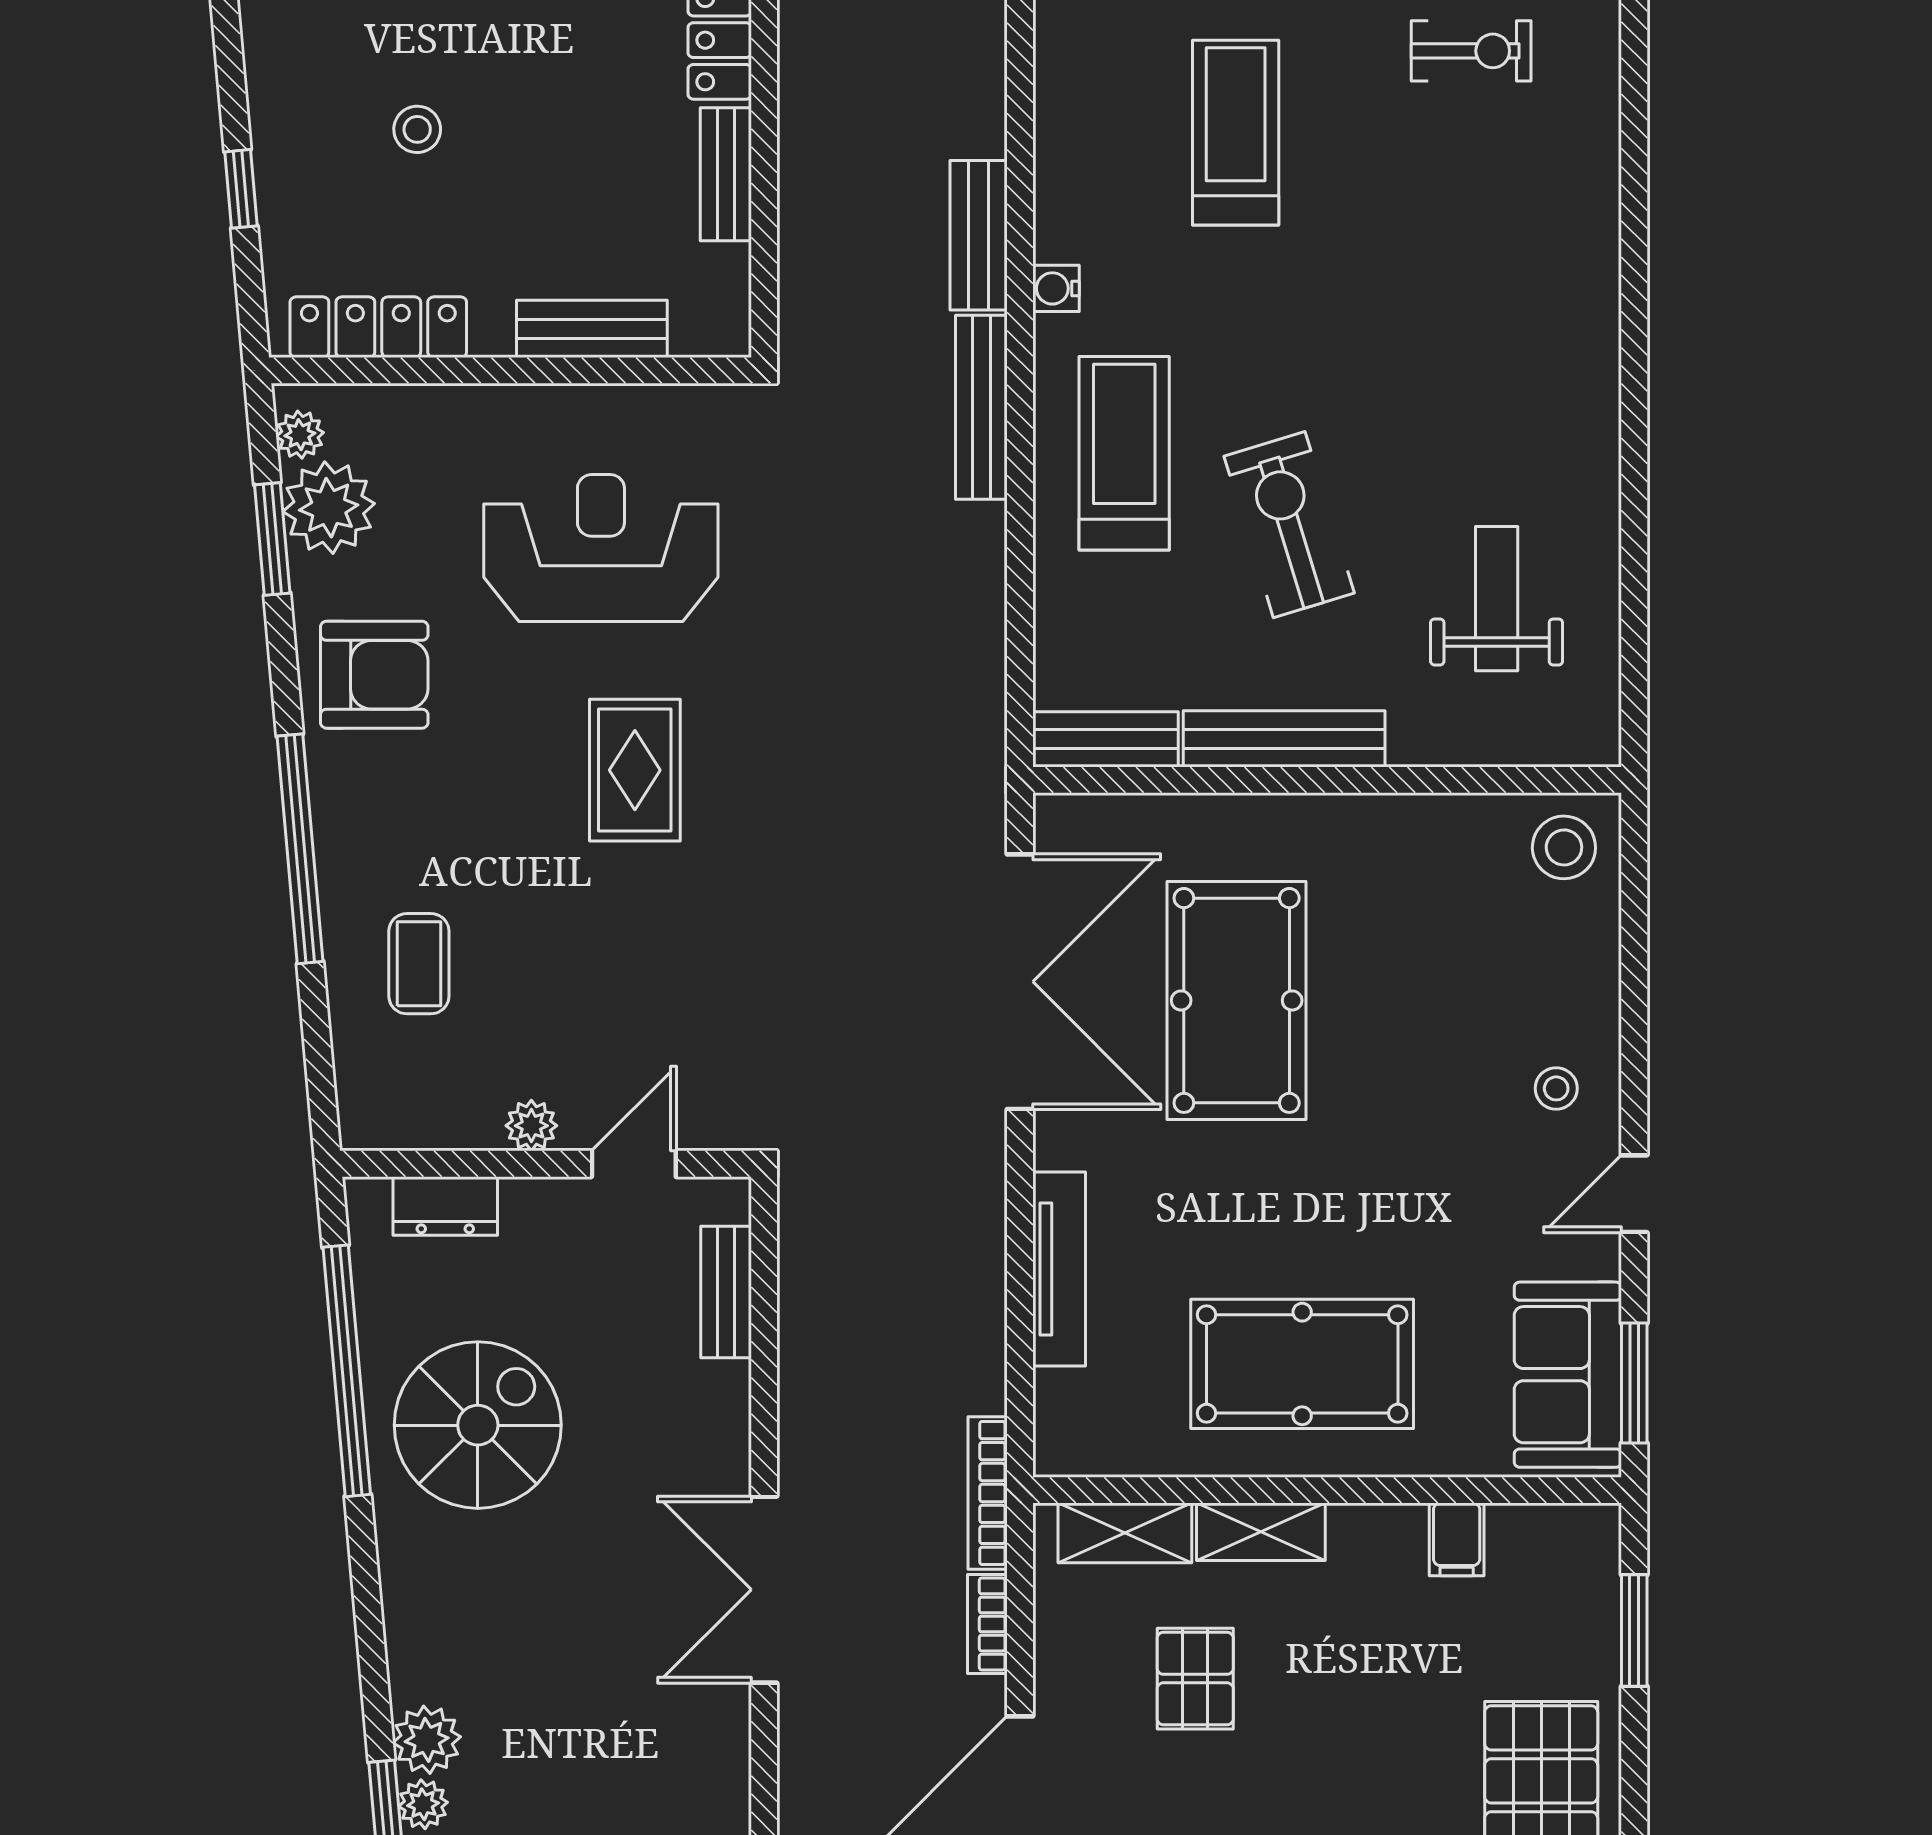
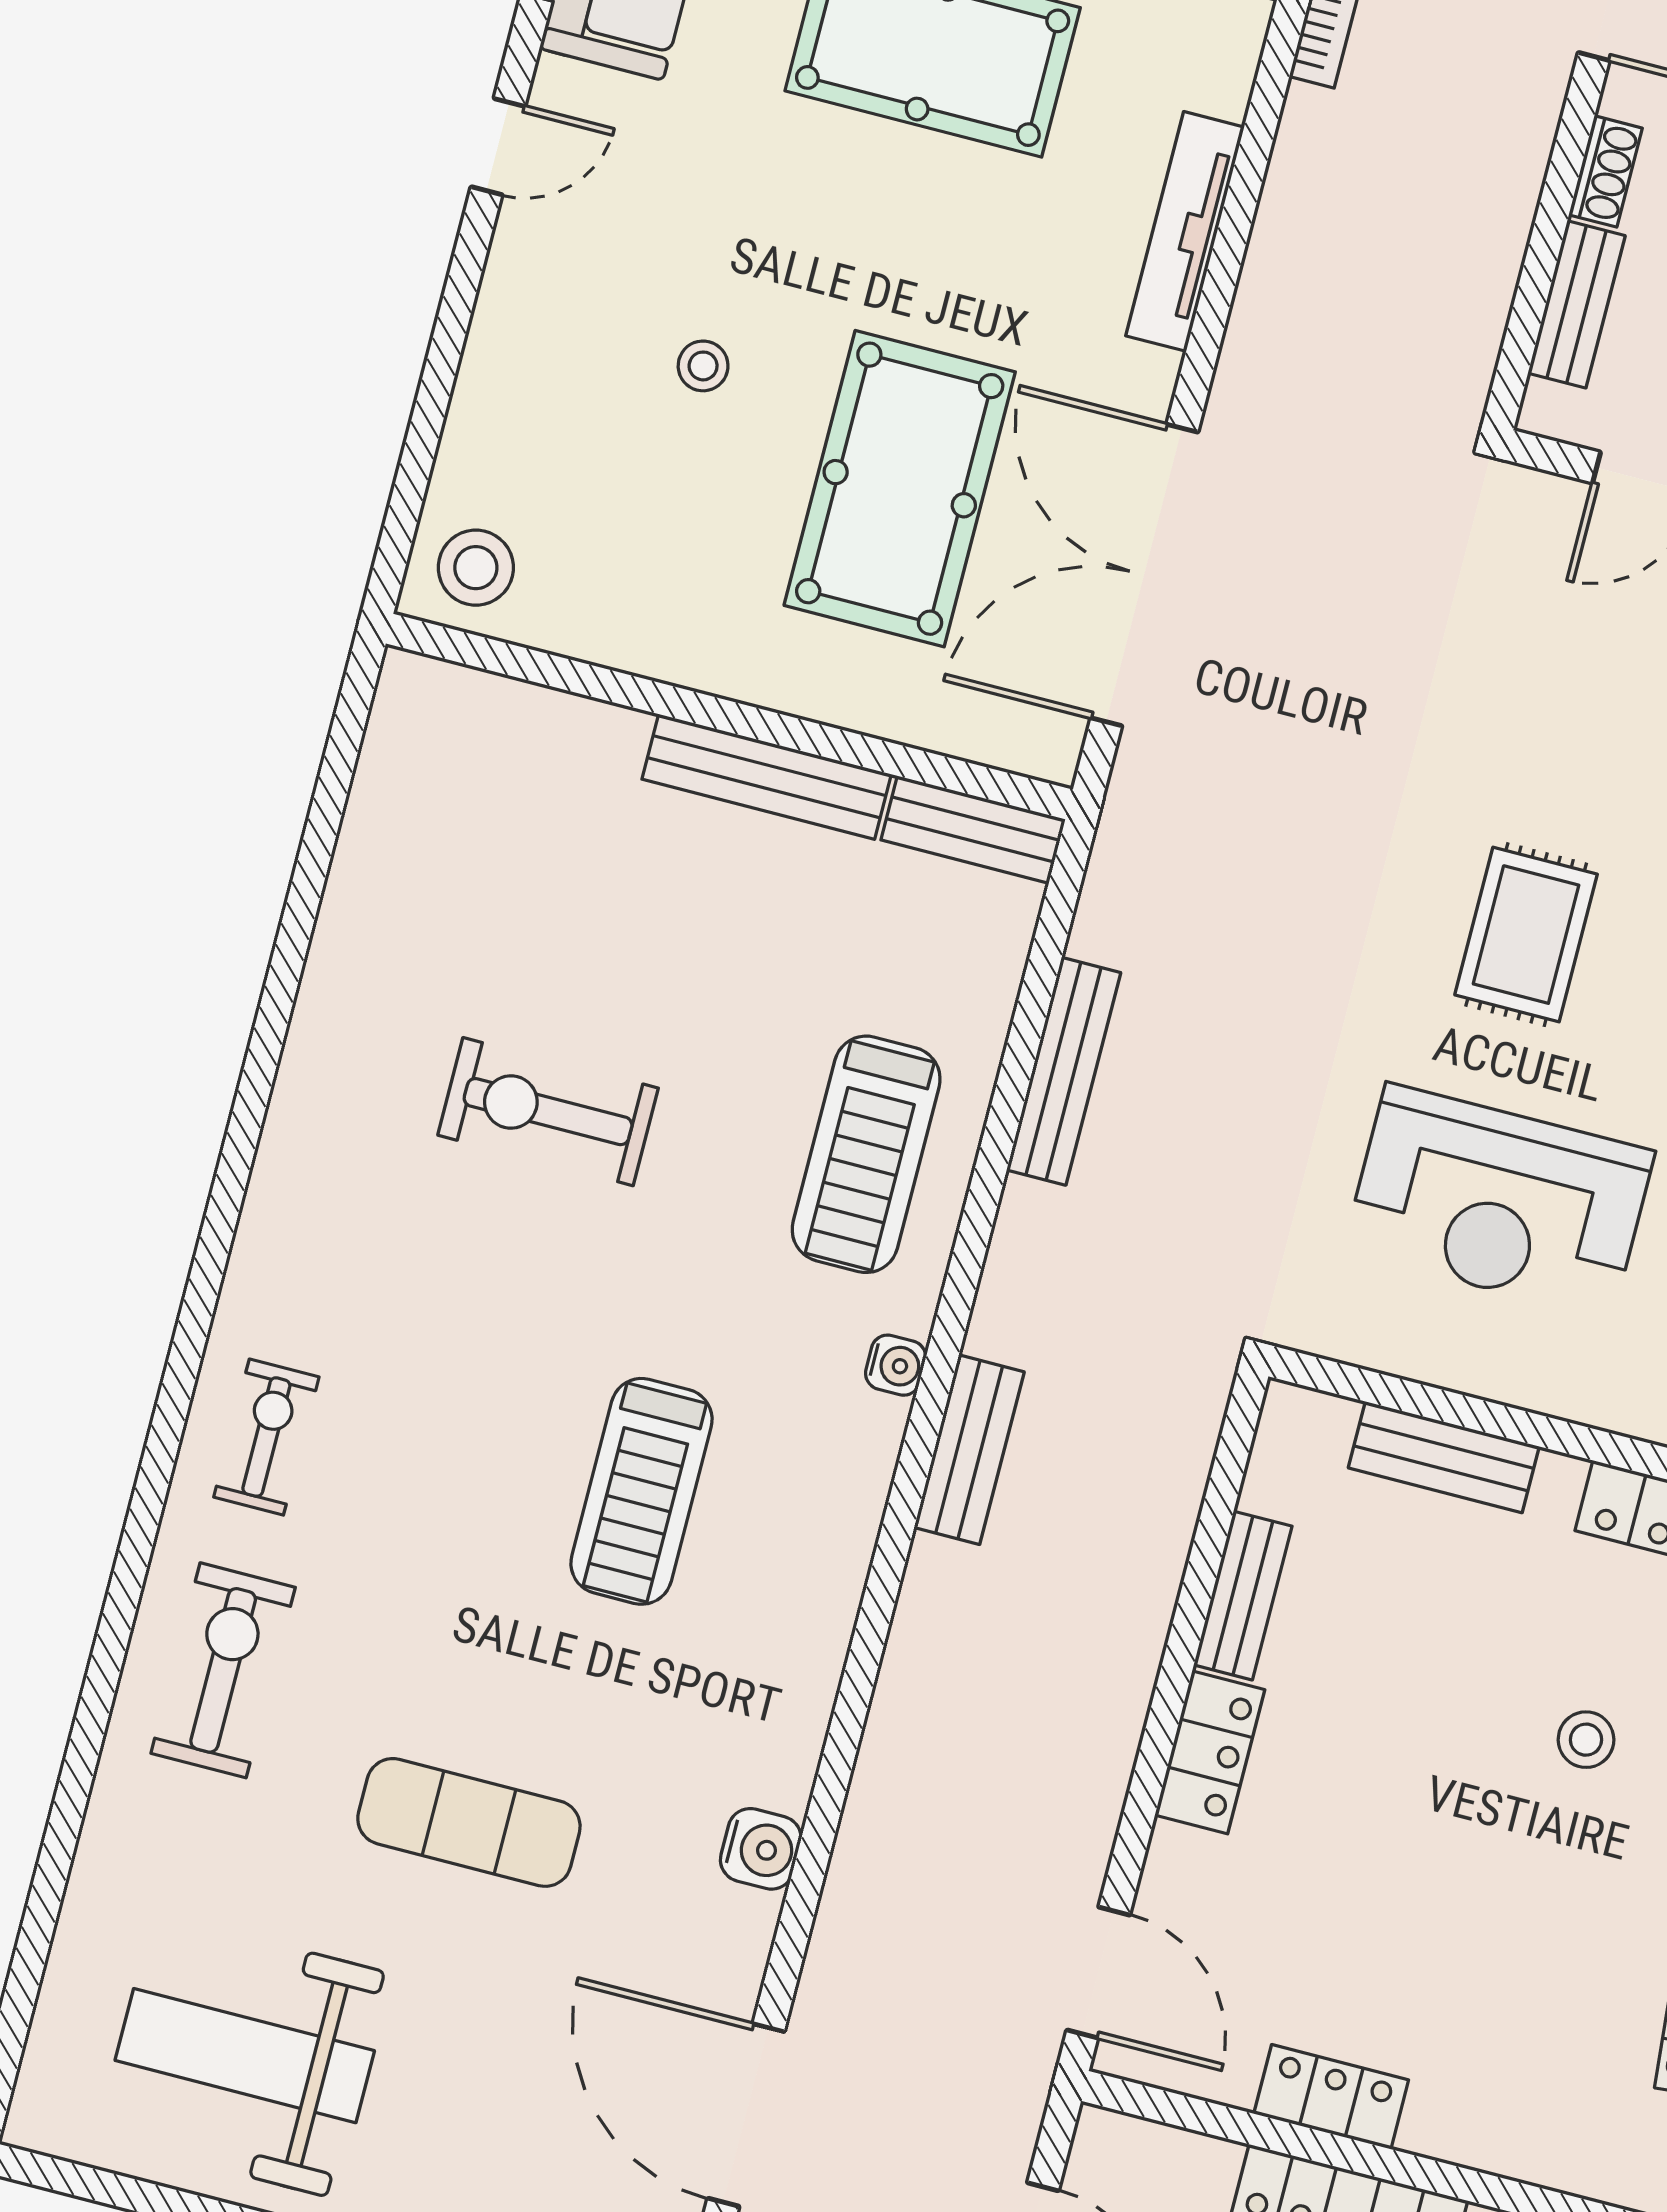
exercise bike: (1471, 51) -> (266, 1437), moved, turned 90
bench: (981, 407) -> (1064, 1071), moved
exercise bike: (1289, 525) -> (548, 1112), moved, turned 107
weight bench: (1497, 599) -> (479, 875), removed
stool: (1556, 1088) -> (703, 366), moved
shoe rack: (730, 1406) -> (1606, 171), added

